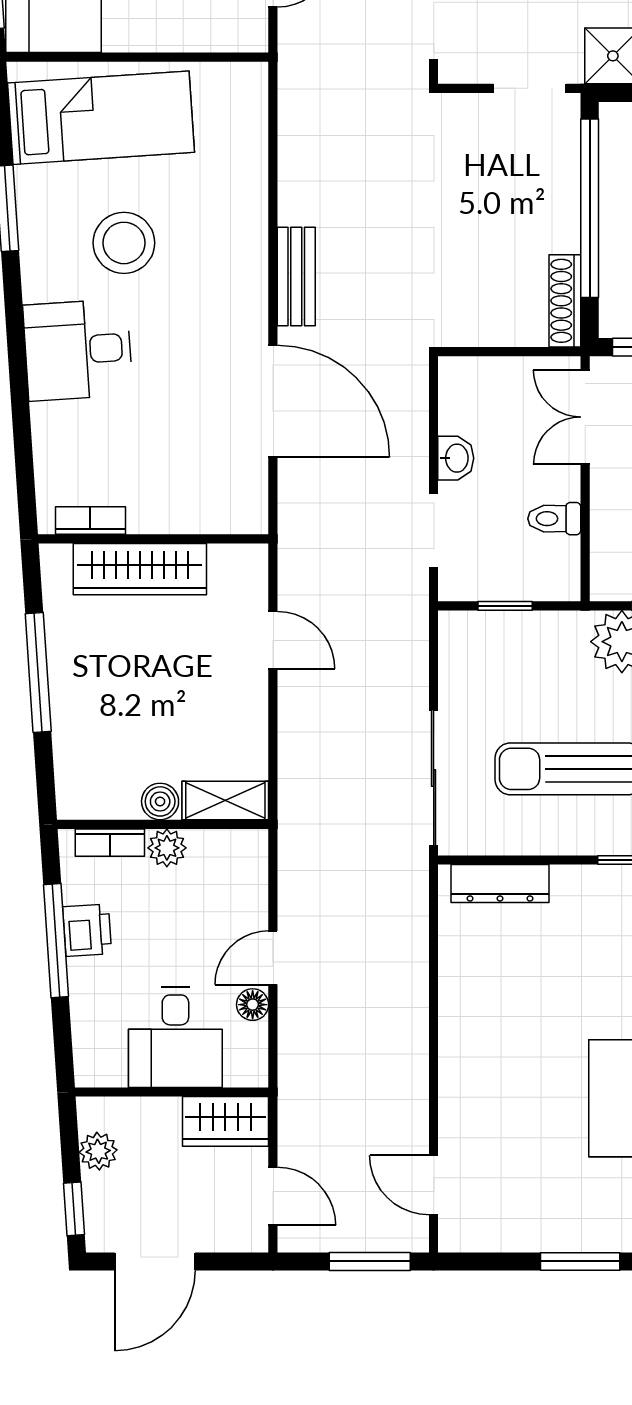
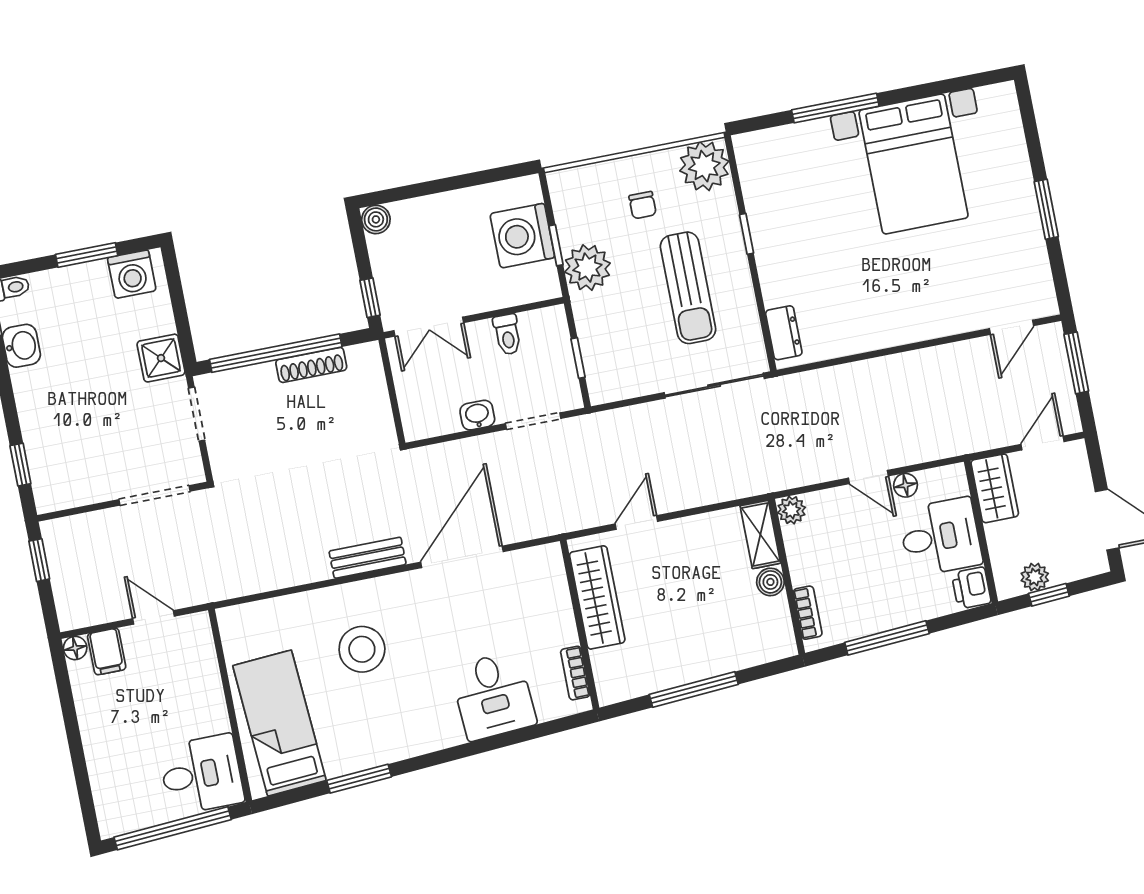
stool: (124, 243) -> (362, 649), moved
shoe rack: (565, 301) -> (311, 365), moved
desk: (78, 350) -> (493, 696), moved
wardrobe: (140, 569) -> (597, 597), moved
plant: (167, 848) -> (791, 510), moved
dresser: (500, 884) -> (784, 333), width x0.70
printer: (87, 930) -> (971, 588), moved, turned -86
window: (74, 1209) -> (1049, 595), moved

